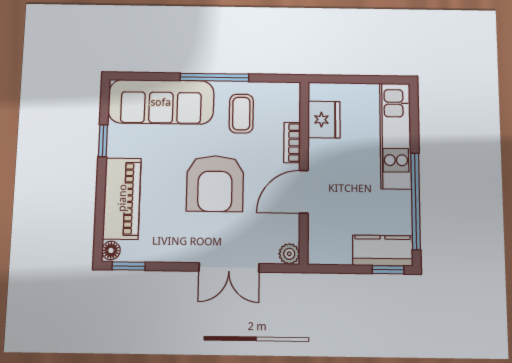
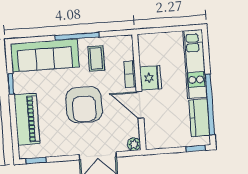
fridge: (324, 120) -> (151, 78), moved
door: (304, 192) -> (140, 105), hinge flipped
floor lamp: (111, 250) -> (24, 152), removed
kitchen counter: (383, 251) -> (199, 118), moved, turned -90

